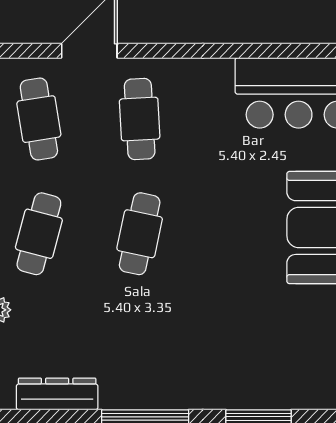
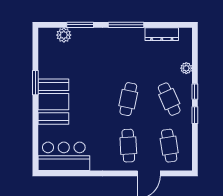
cafe table: (39, 234) -> (169, 99), turned -39
plant: (299, 392) -> (64, 35), added

